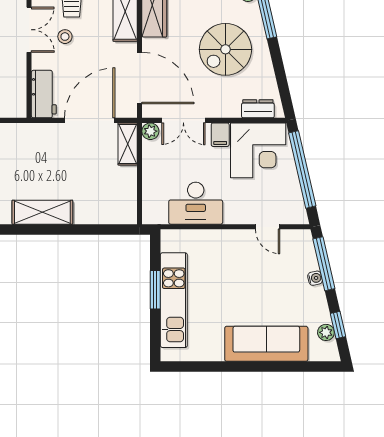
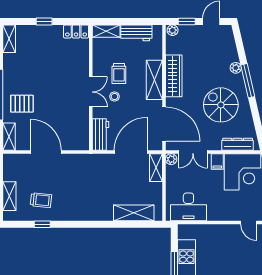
spiral stairs: (225, 49) -> (221, 105), turned 90
dresser: (258, 109) -> (238, 144), width x1.44
desk: (196, 203) -> (188, 207), moved
shelving: (42, 212) -> (134, 213), moved

